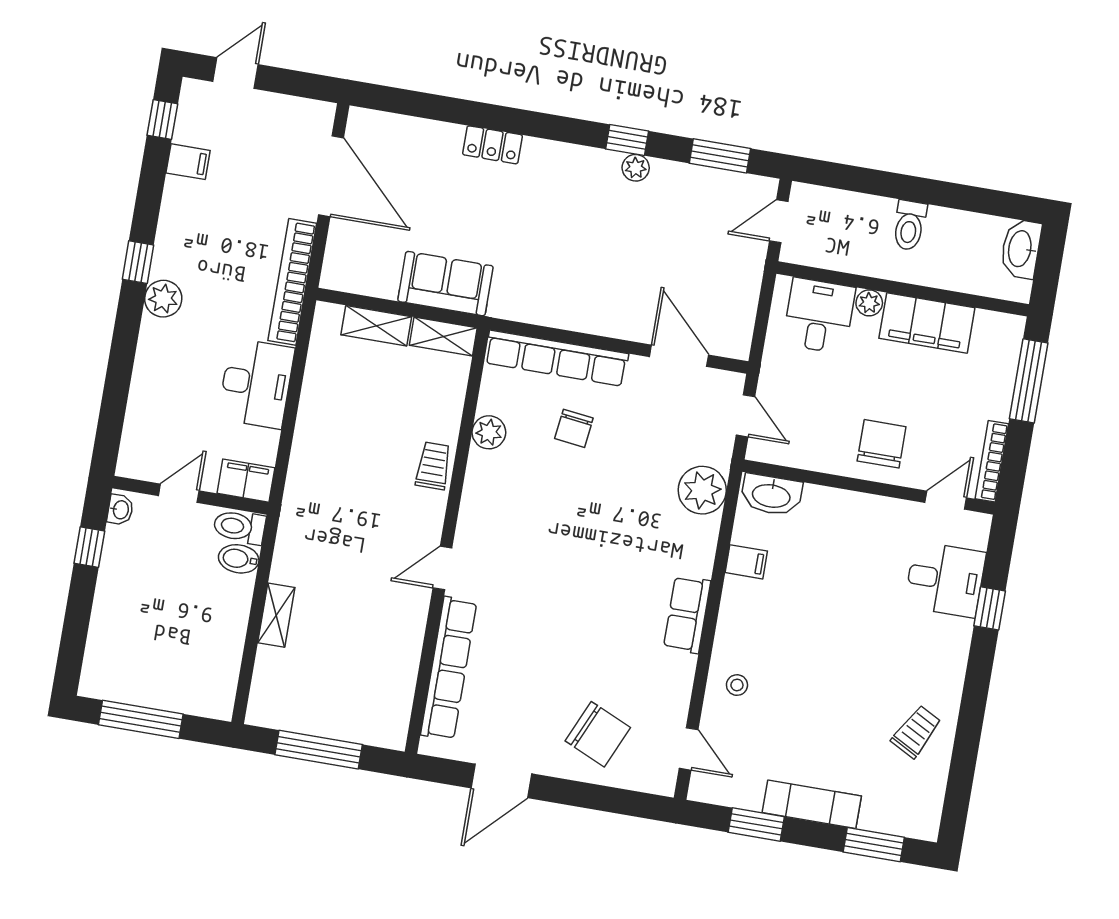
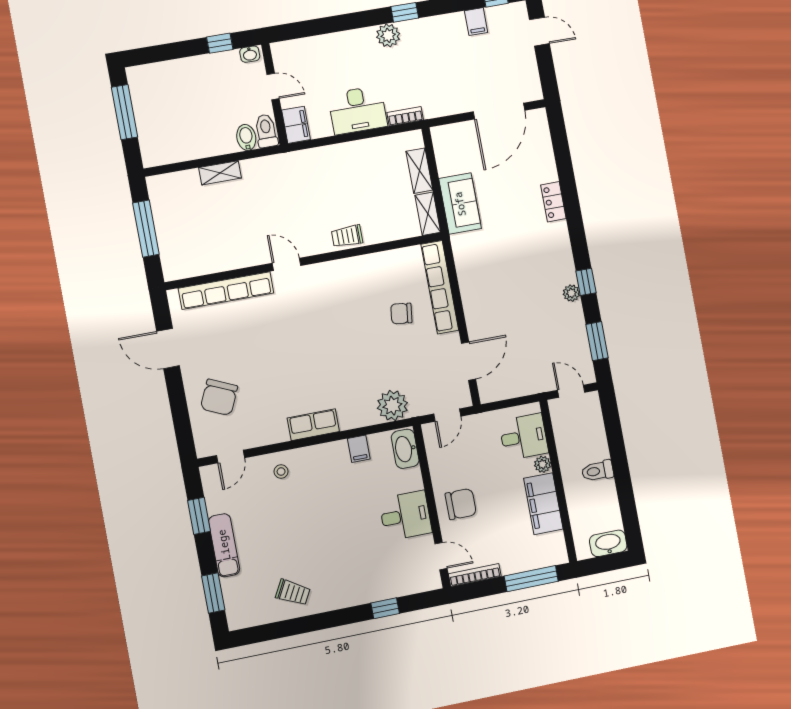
bookcase: (292, 282) -> (405, 116), width x0.43, depth x0.76
plant: (489, 432) -> (380, 263), removed
trolley: (433, 466) -> (347, 236), turned 180
desk: (945, 579) -> (405, 516), moved, turned -90

